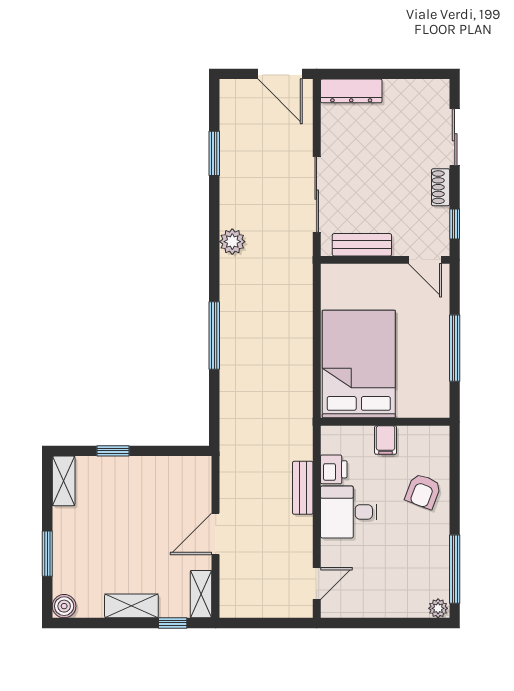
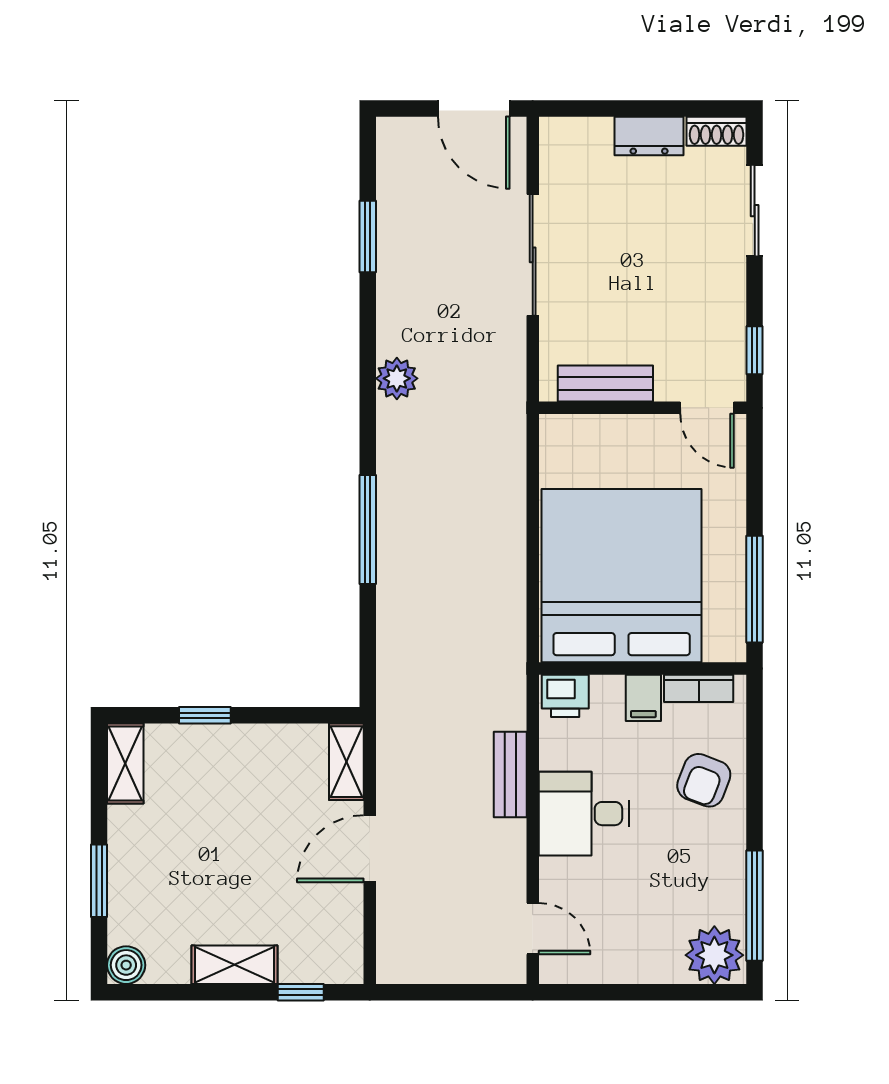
dresser: (351, 91) -> (649, 136), moved, width x0.70
shoe rack: (441, 187) -> (717, 131), moved, turned -90
sliding door: (317, 195) -> (533, 255), moved
window: (455, 348) -> (755, 589), moved
bed: (359, 364) -> (622, 576), width x1.36
bookcase: (420, 434) -> (699, 688), added
printer: (334, 469) -> (565, 696), moved, turned 90
door: (317, 583) -> (533, 929), hinge flipped
shelving: (201, 594) -> (346, 762), moved
plant: (438, 608) -> (714, 955), width x1.88, depth x1.88

